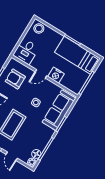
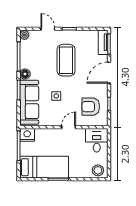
nightstand: (56, 75) -> (27, 135), moved
armchair: (15, 79) -> (91, 107), turned 180
floor lamp: (36, 154) -> (25, 74), moved

